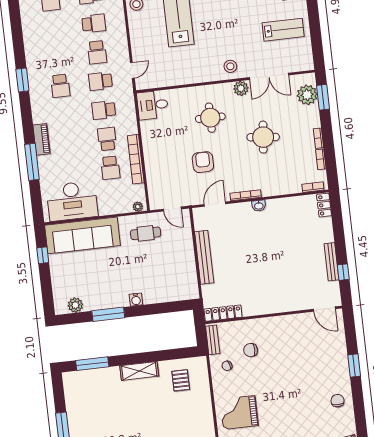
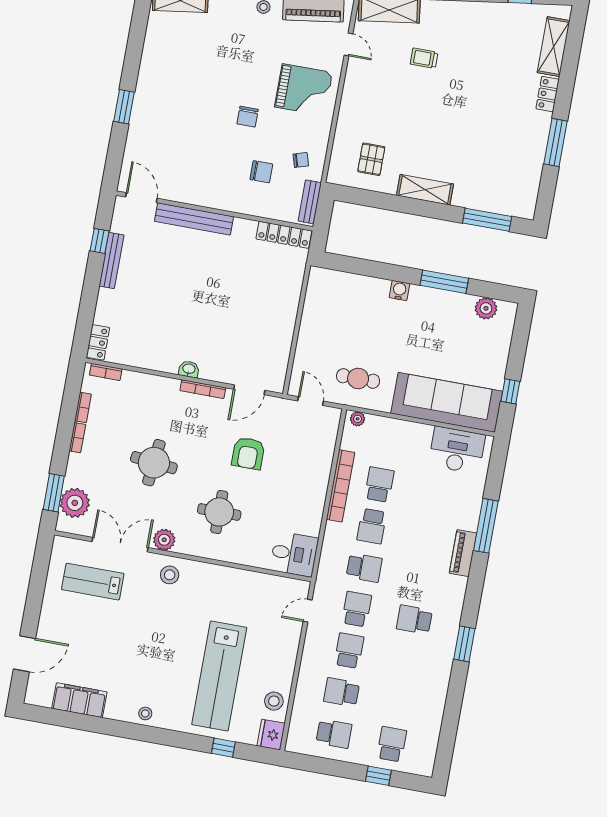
lab bench: (283, 30) -> (93, 582), moved
school desk: (100, 81) -> (357, 609), turned -90
school desk: (60, 86) -> (414, 620), turned -90
desk: (72, 201) -> (457, 450), width x0.73, depth x0.77
bench: (204, 257) -> (194, 219), moved, turned 90
chair: (337, 401) -> (248, 117), moved

